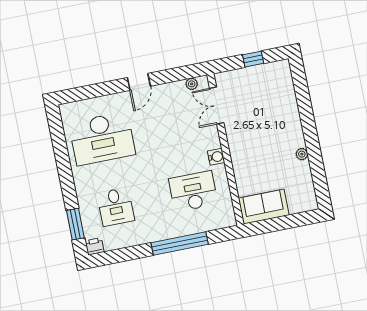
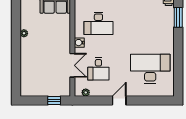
window: (253, 59) -> (54, 101), moved
double door: (217, 105) -> (72, 65), moved
desk: (116, 207) -> (98, 69), moved, turned 180

